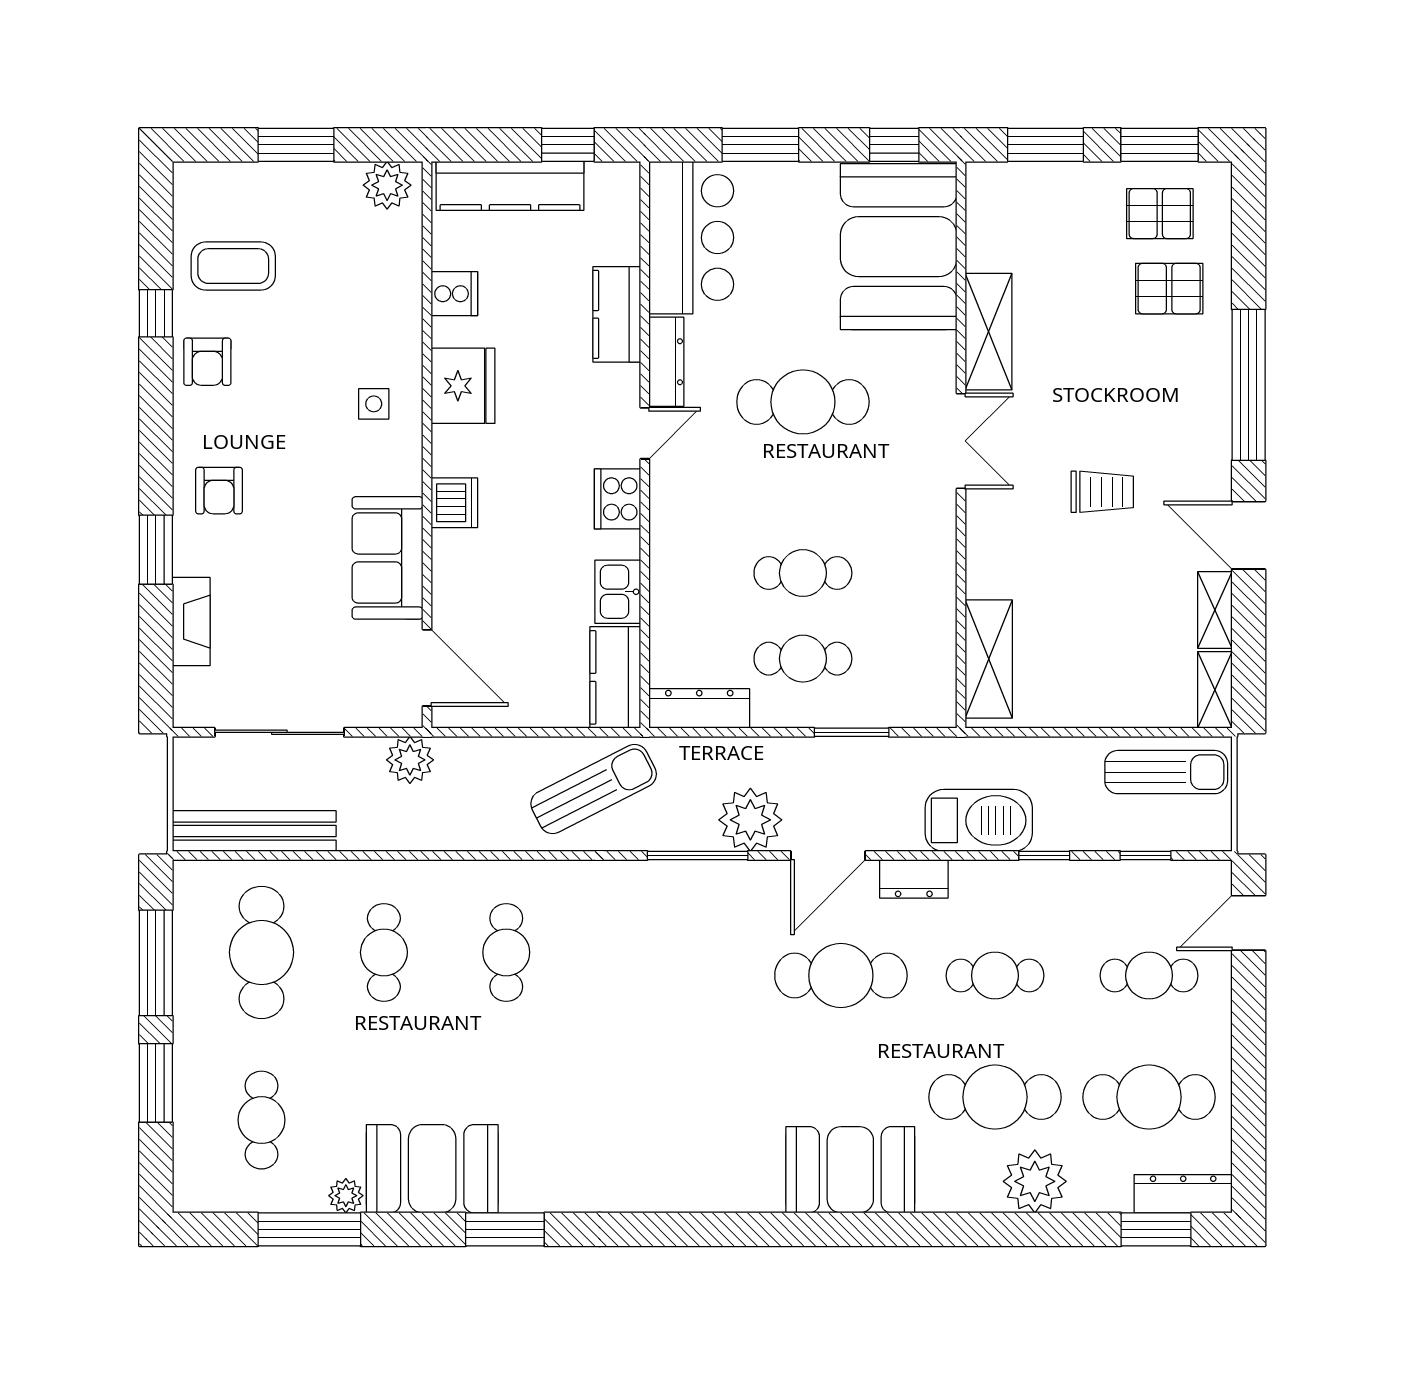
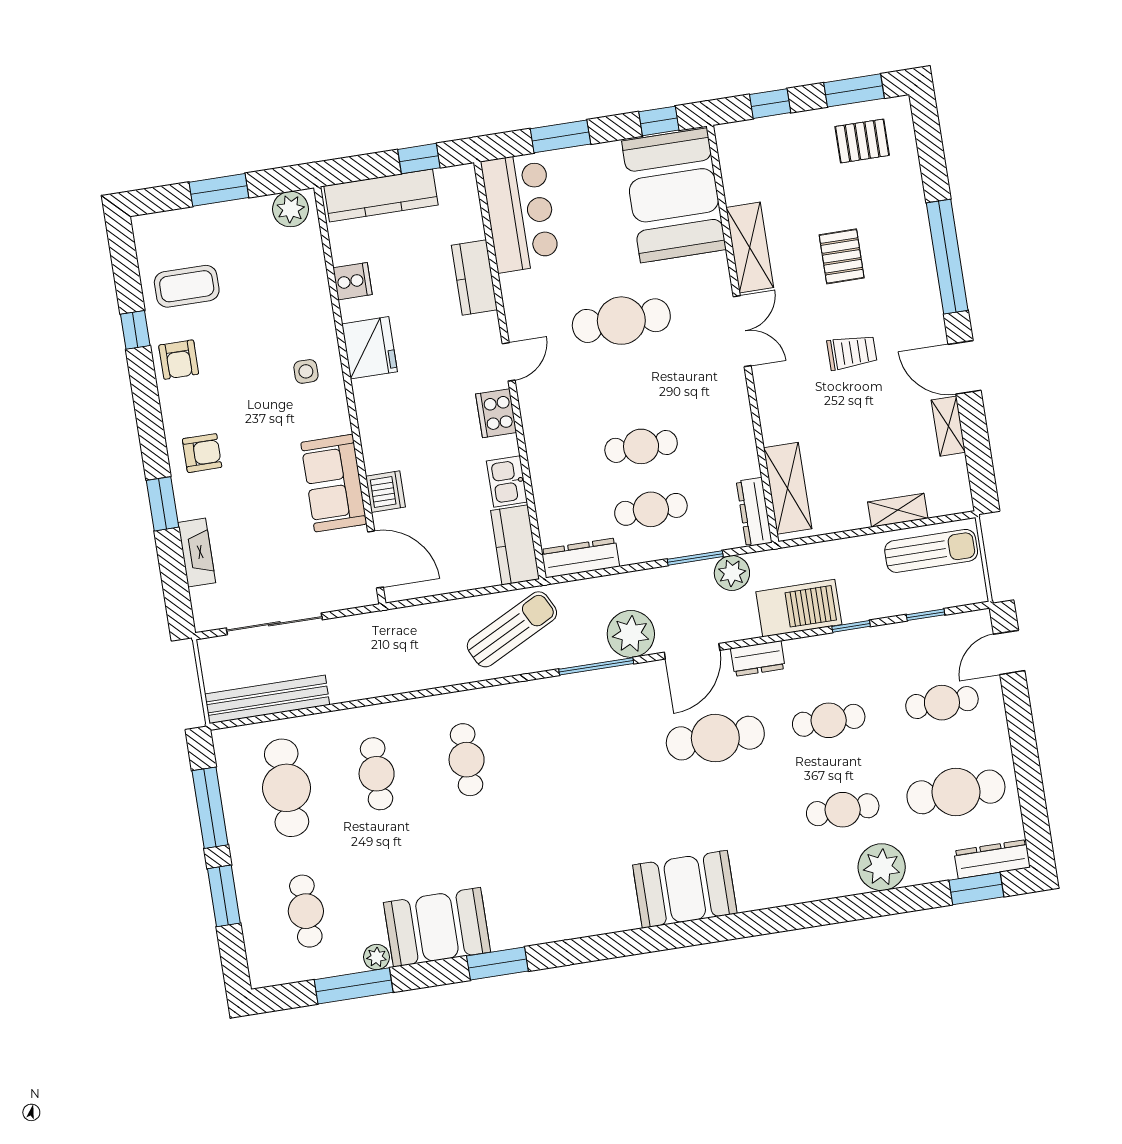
window: (1045, 145) -> (770, 104), width x0.67
pallet: (1169, 289) -> (842, 256), moved, turned 90
dresser: (666, 362) -> (754, 512), moved, turned 180
armchair: (219, 491) -> (202, 453), turned -90
dishwasher: (454, 503) -> (385, 492), moved
shelving: (1215, 690) -> (898, 510), moved, turned 90
plant: (410, 760) -> (732, 573), moved
cafe table: (995, 1097) -> (843, 810), width x0.73, depth x0.74
booth: (850, 1170) -> (685, 889), moved

